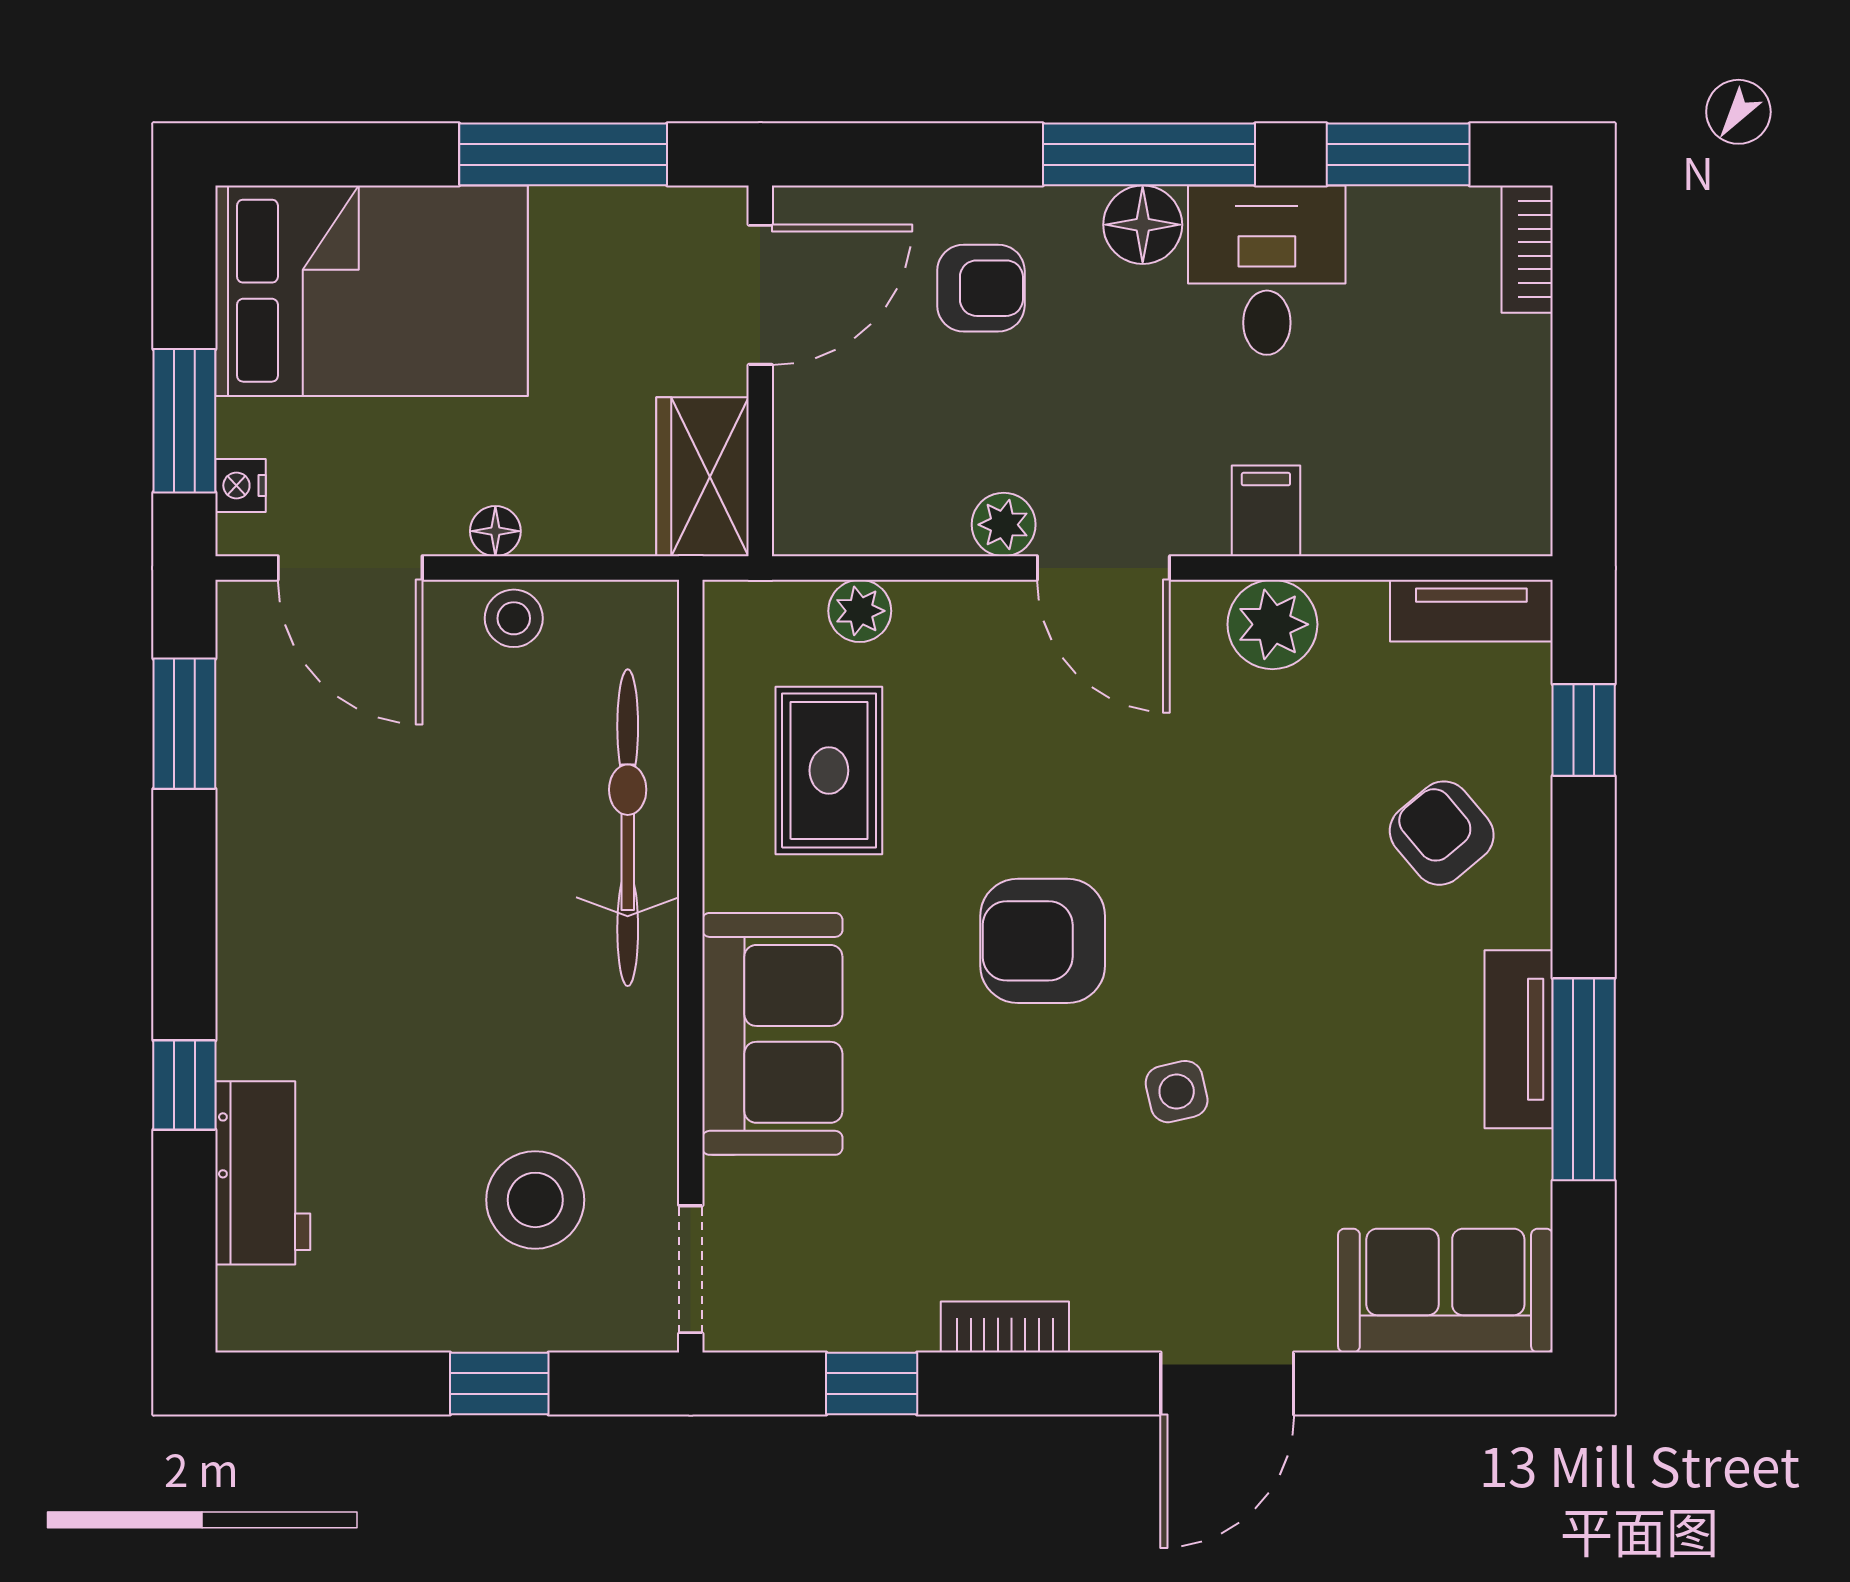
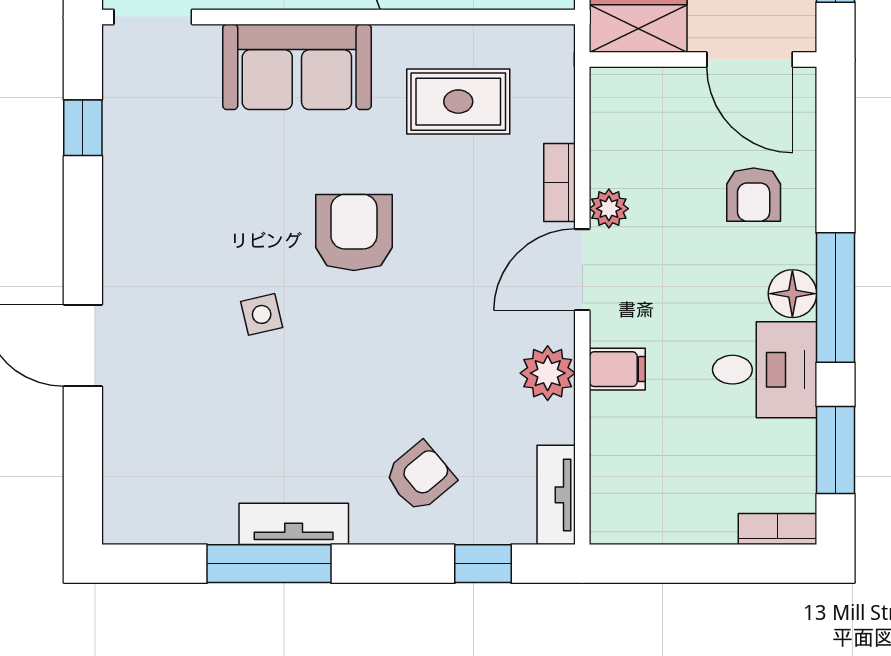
plant: (860, 611) -> (556, 120), removed
sofa: (1445, 1291) -> (140, 479), removed
bookcase: (1005, 1327) -> (559, 182), moved, turned 180

